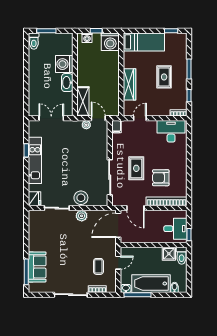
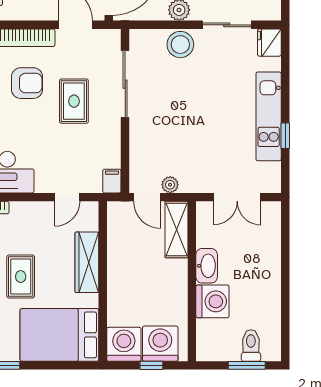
washing machine: (87, 38) -> (160, 344), width x1.89, depth x1.89
toilet: (34, 41) -> (251, 345), moved
bed: (144, 42) -> (59, 335), width x1.50

